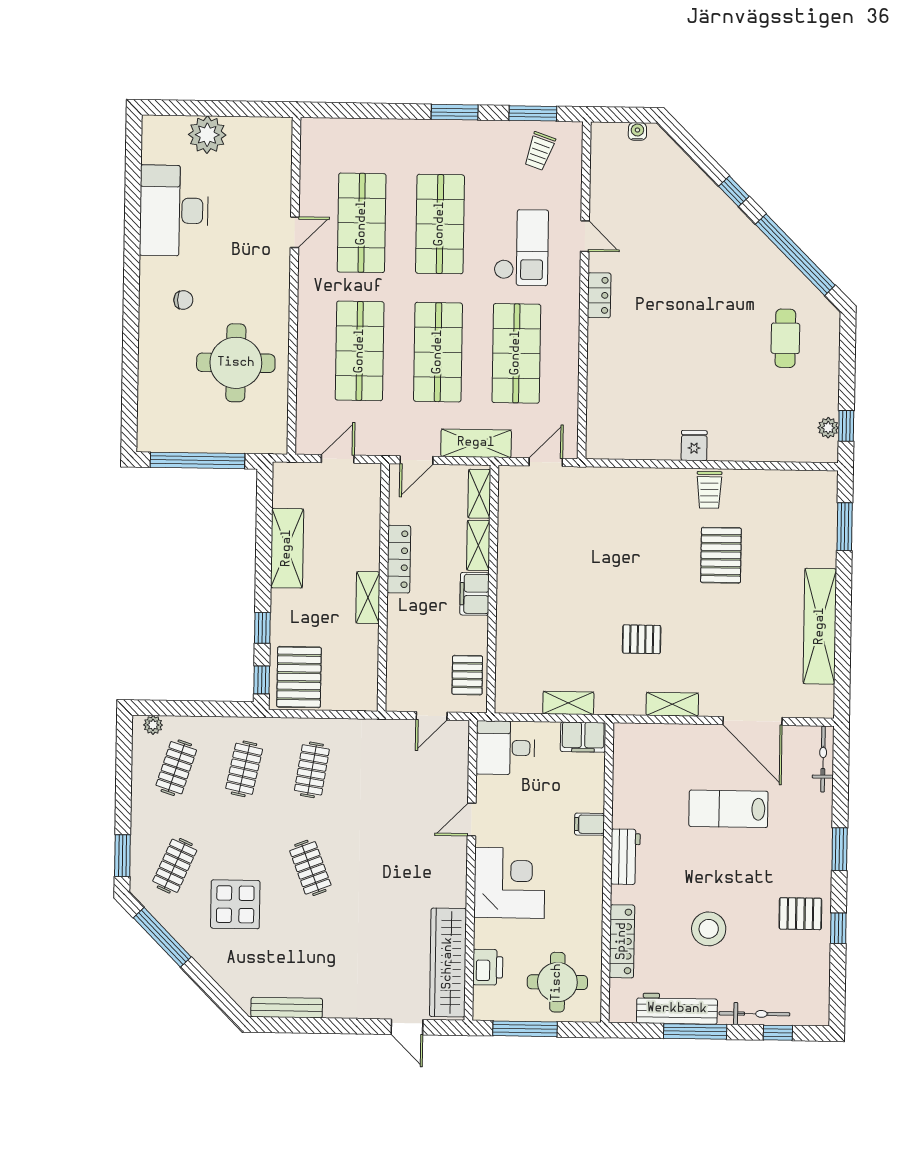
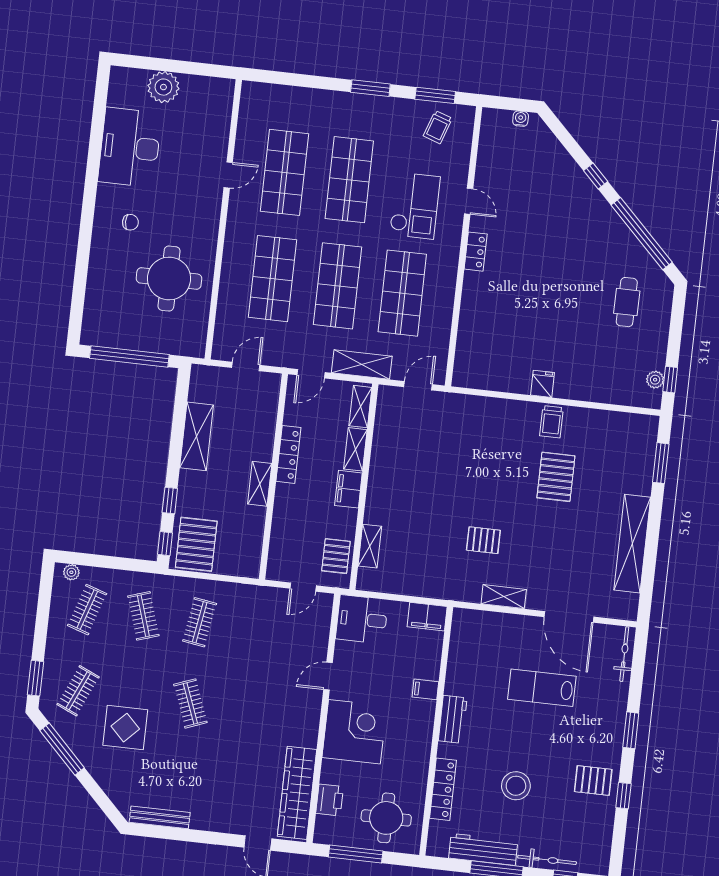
shelving: (568, 703) -> (370, 546), moved, turned 90
clothes rail: (244, 769) -> (143, 616), turned -30

